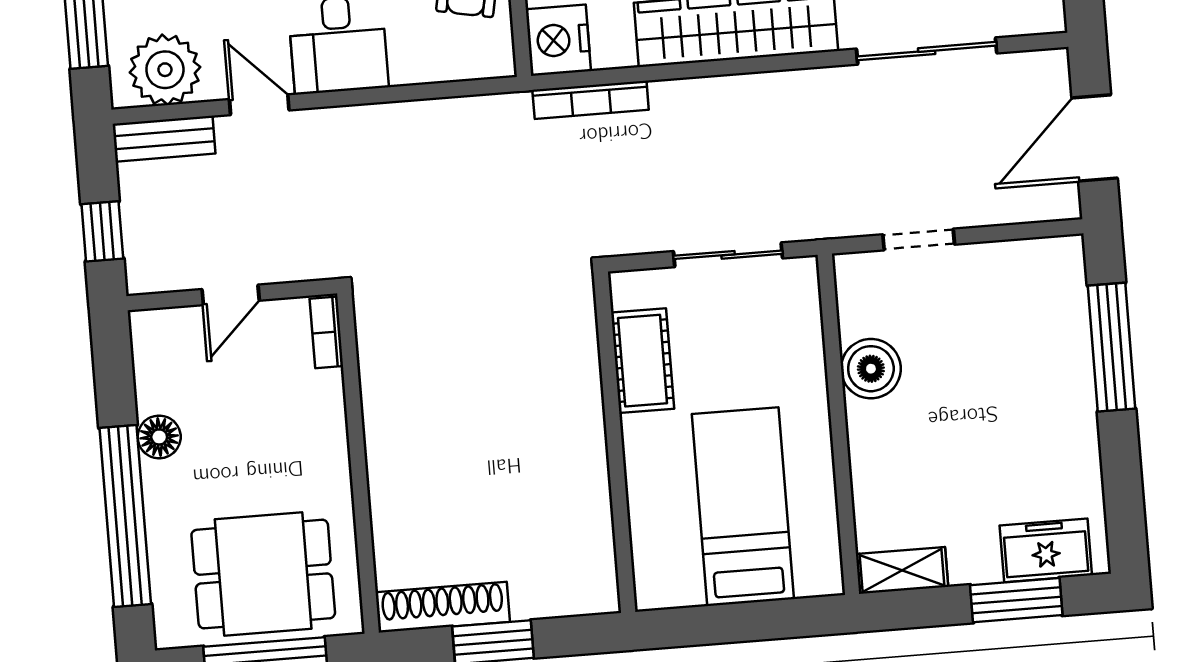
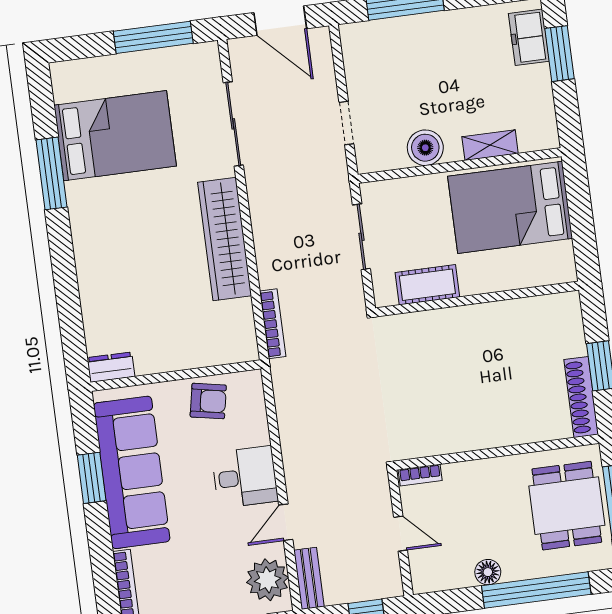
nightstand: (558, 40) -> (238, 345), removed
bed: (743, 507) -> (510, 207), width x1.50
shelving: (902, 570) -> (490, 145), moved, turned 90

